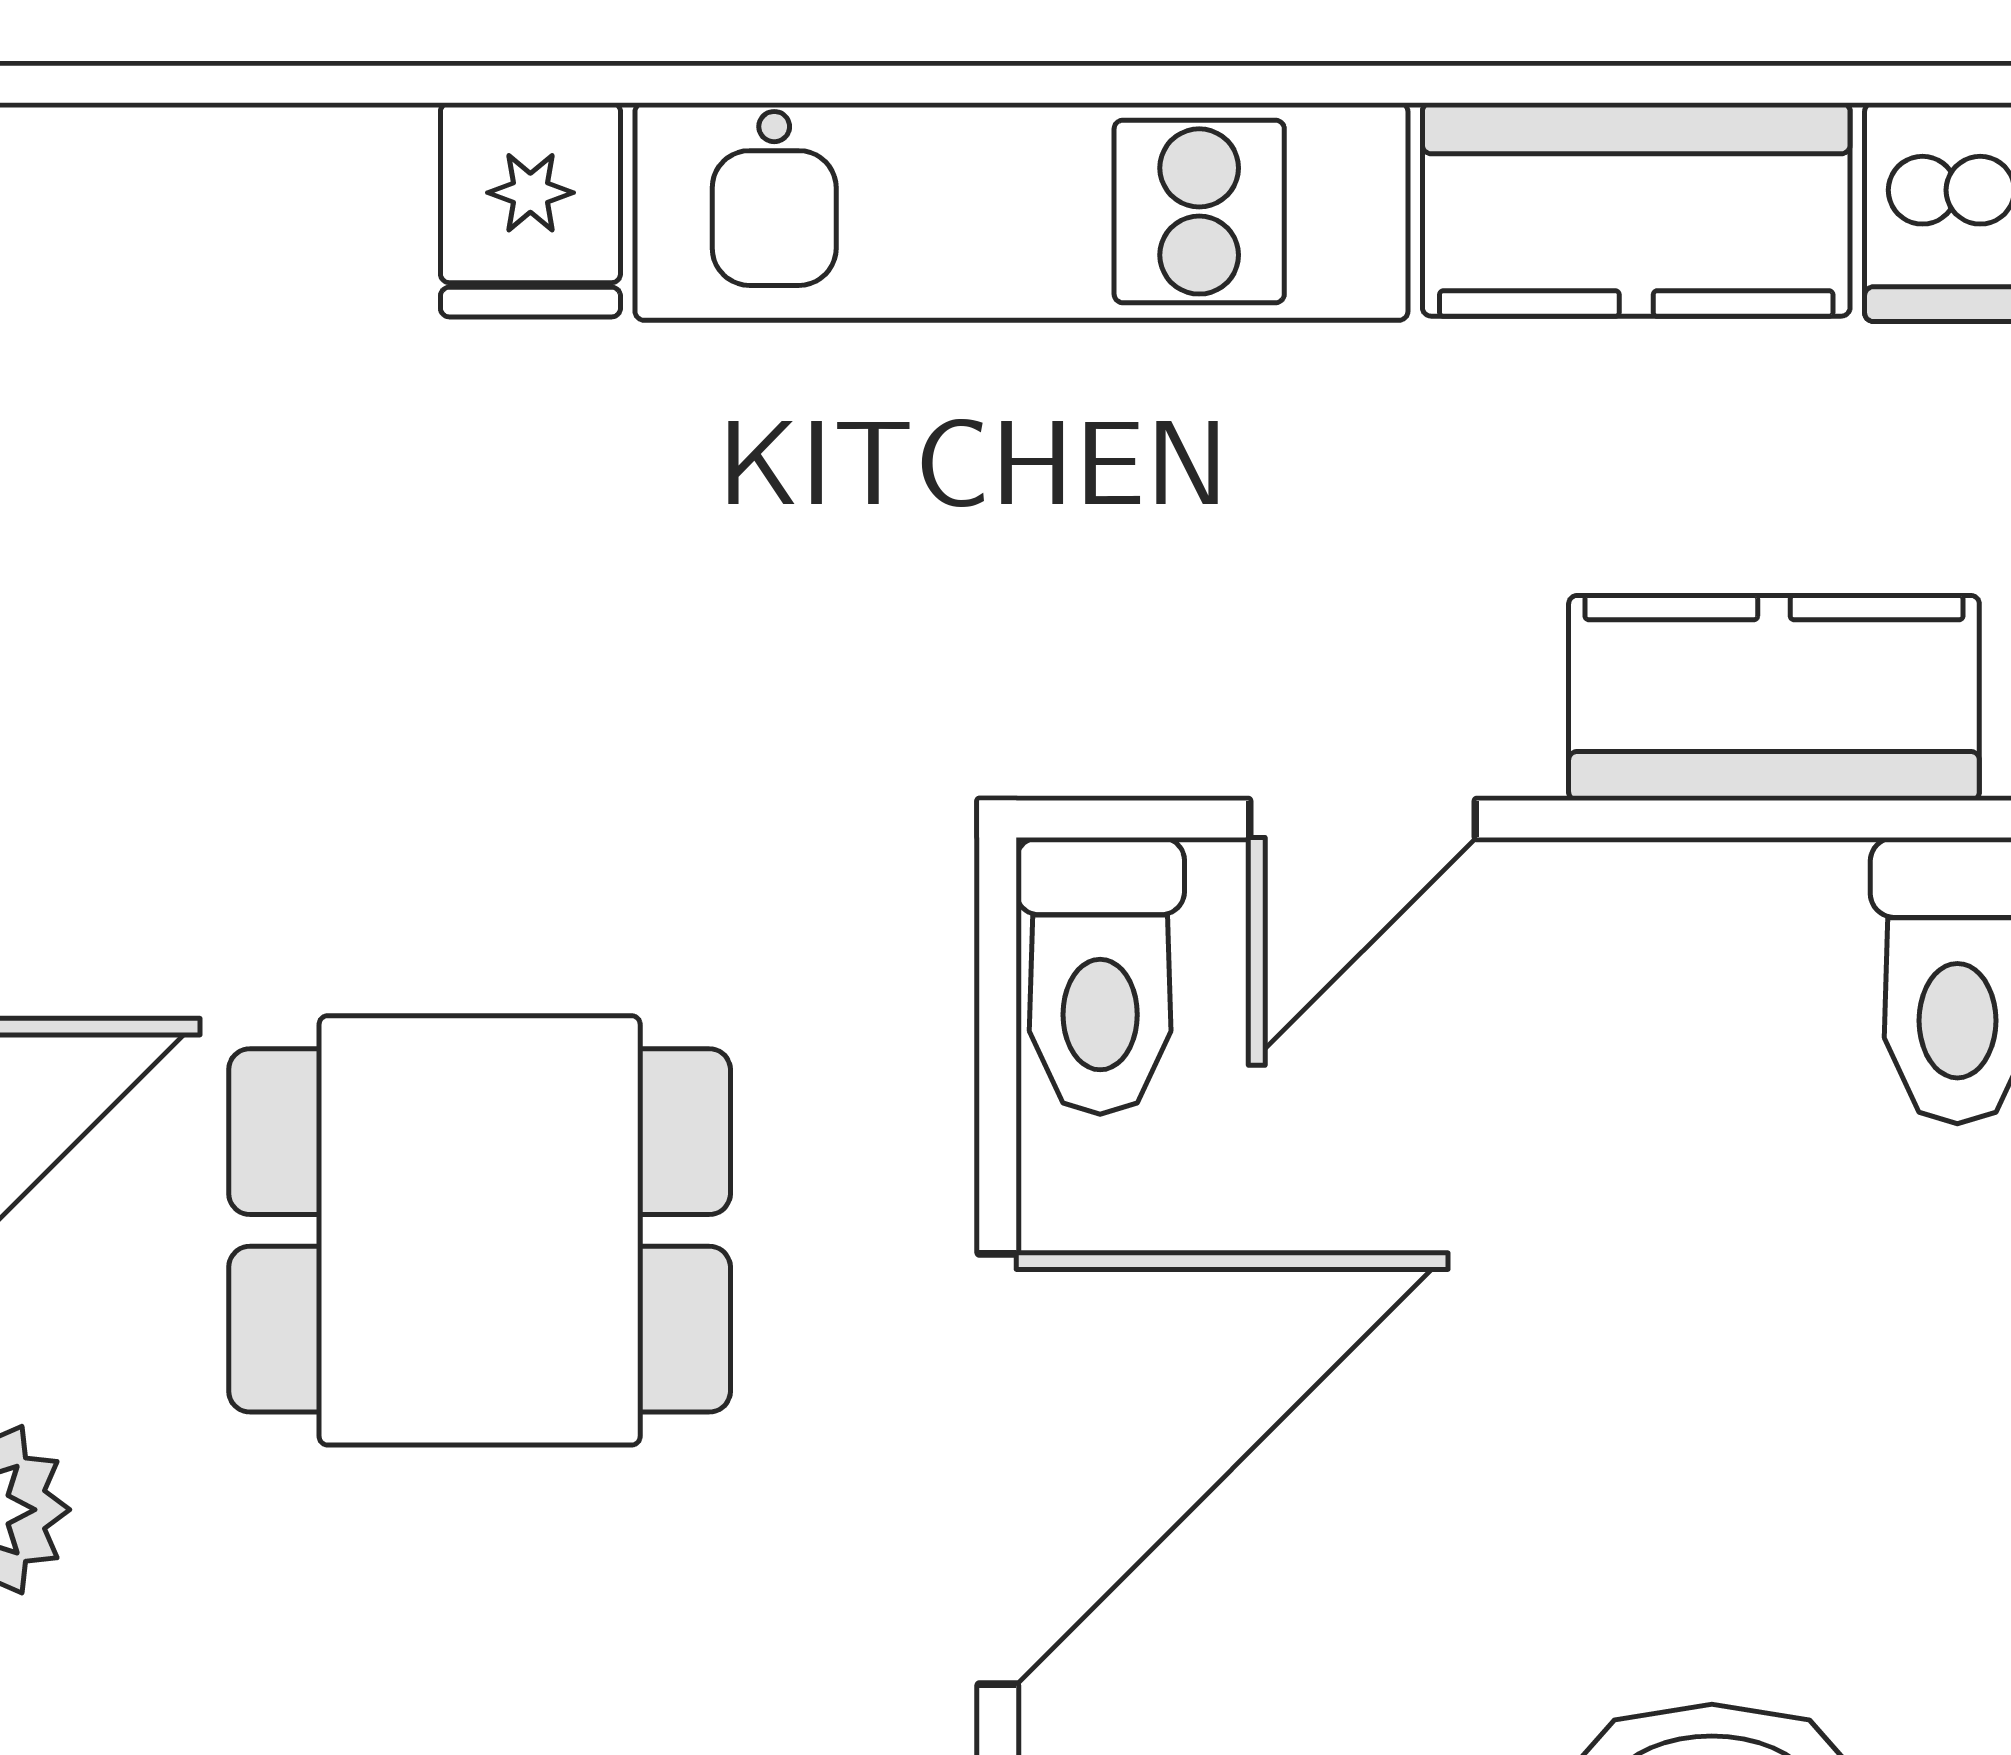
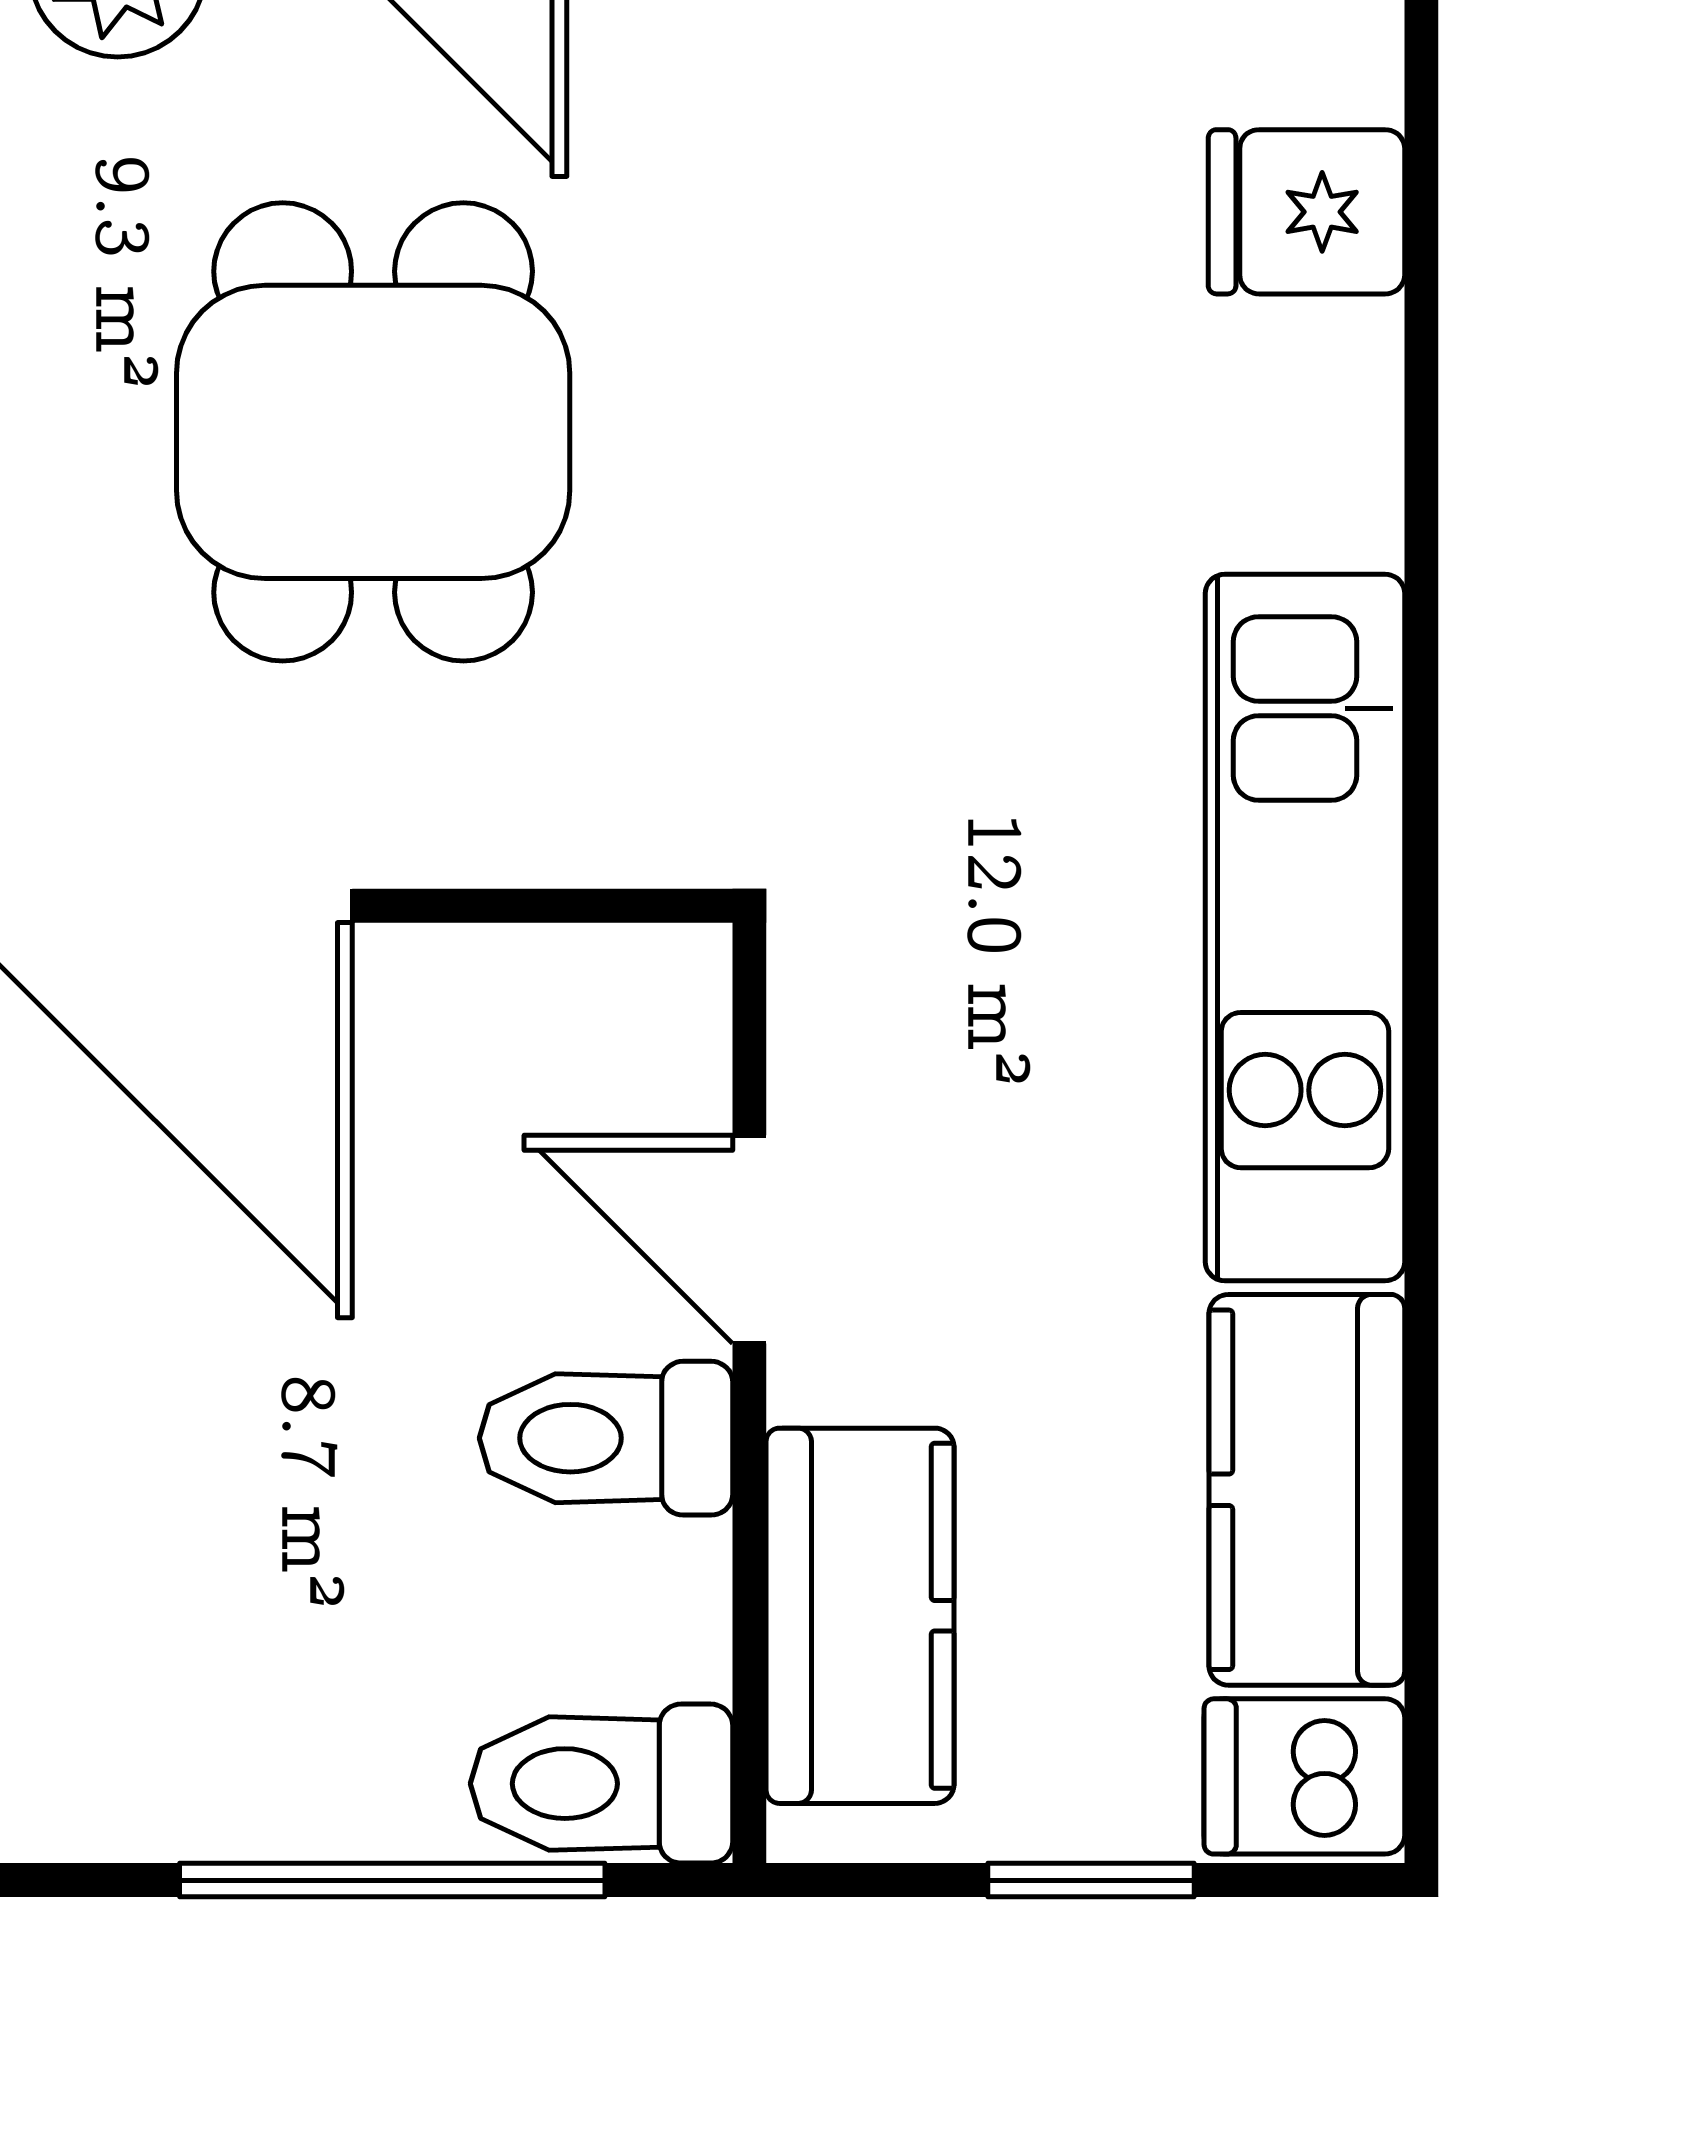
fridge: (530, 210) -> (1306, 212), moved
toilet: (1100, 976) -> (606, 1438), moved

